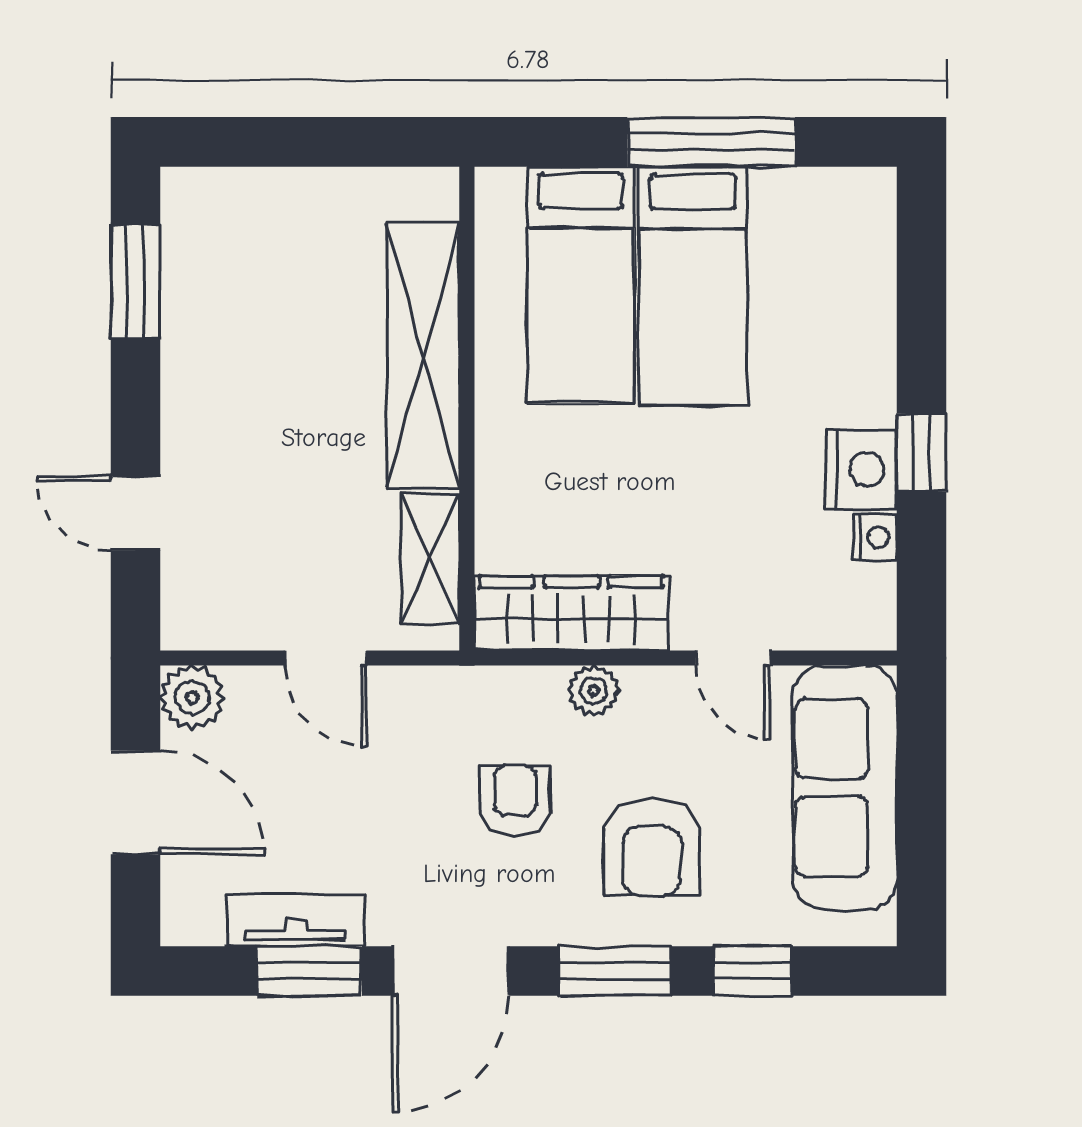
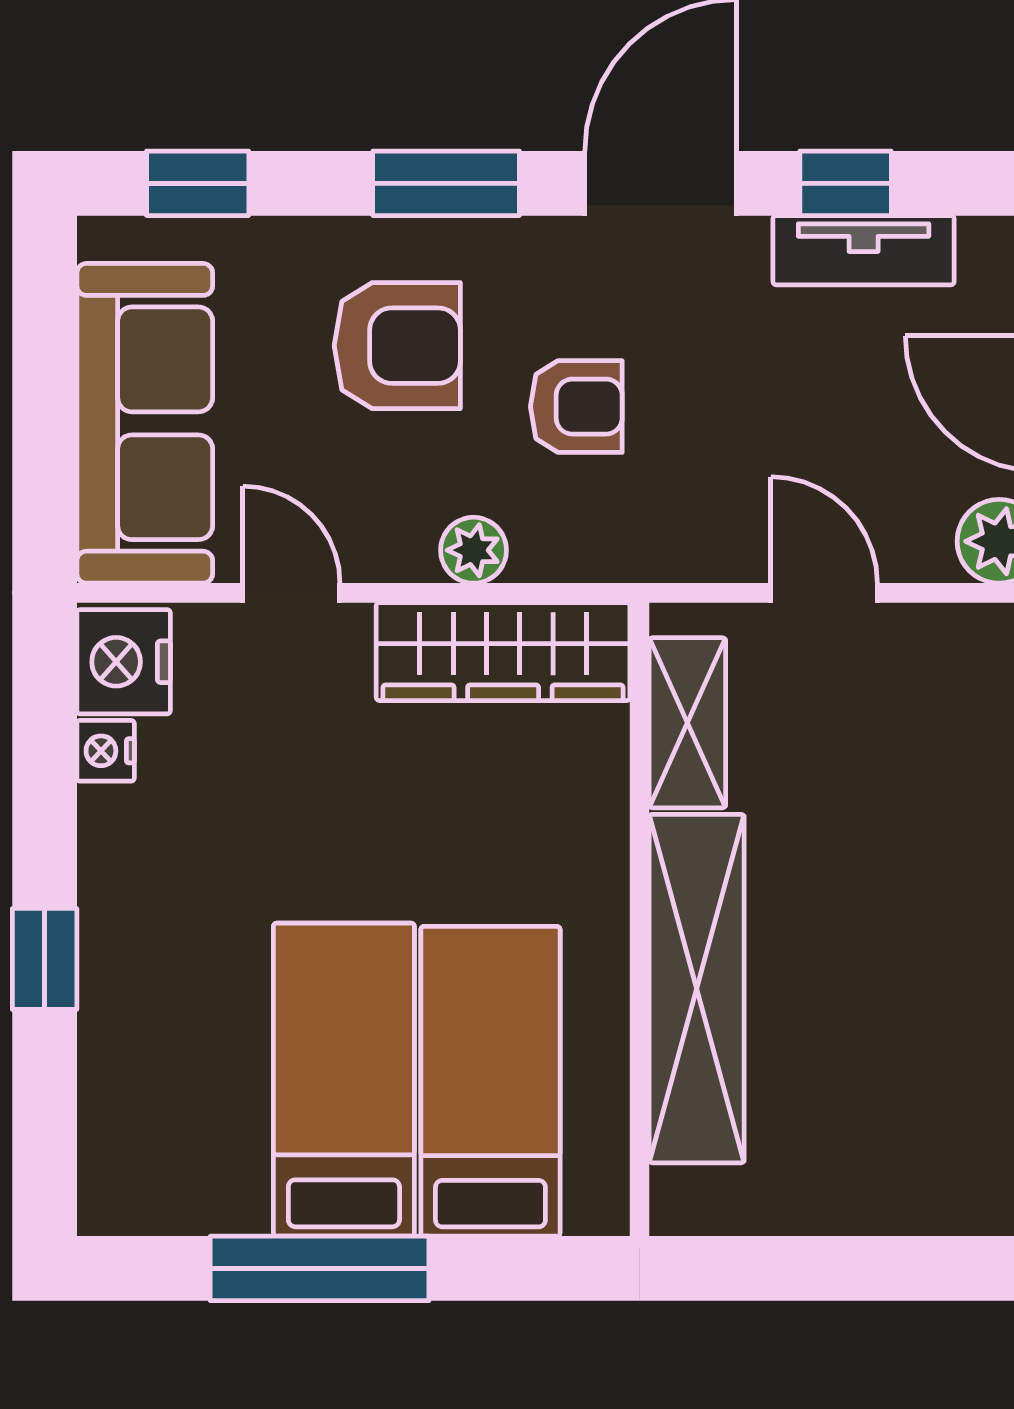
window: (921, 453) -> (45, 959), moved
nightstand: (861, 469) -> (124, 662), moved
armchair: (515, 800) -> (576, 407), turned -90
armchair: (652, 847) -> (397, 346), turned 90
window: (309, 971) -> (846, 183), width x0.67
window: (753, 971) -> (198, 183), moved

